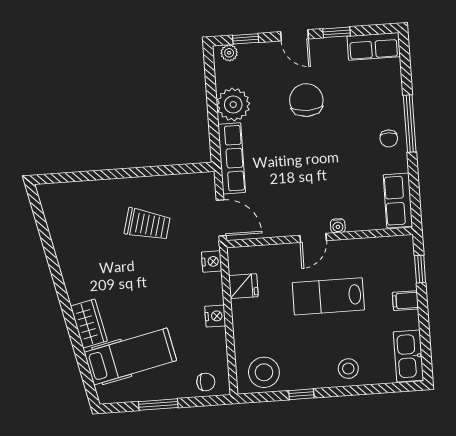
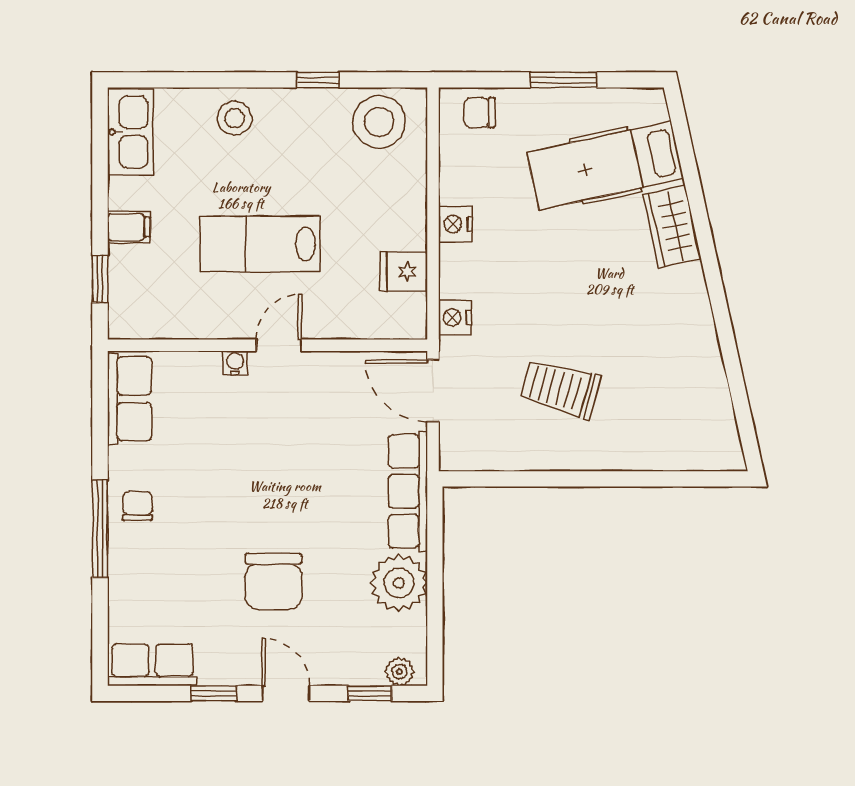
lab bench: (328, 296) -> (260, 244), turned 180

